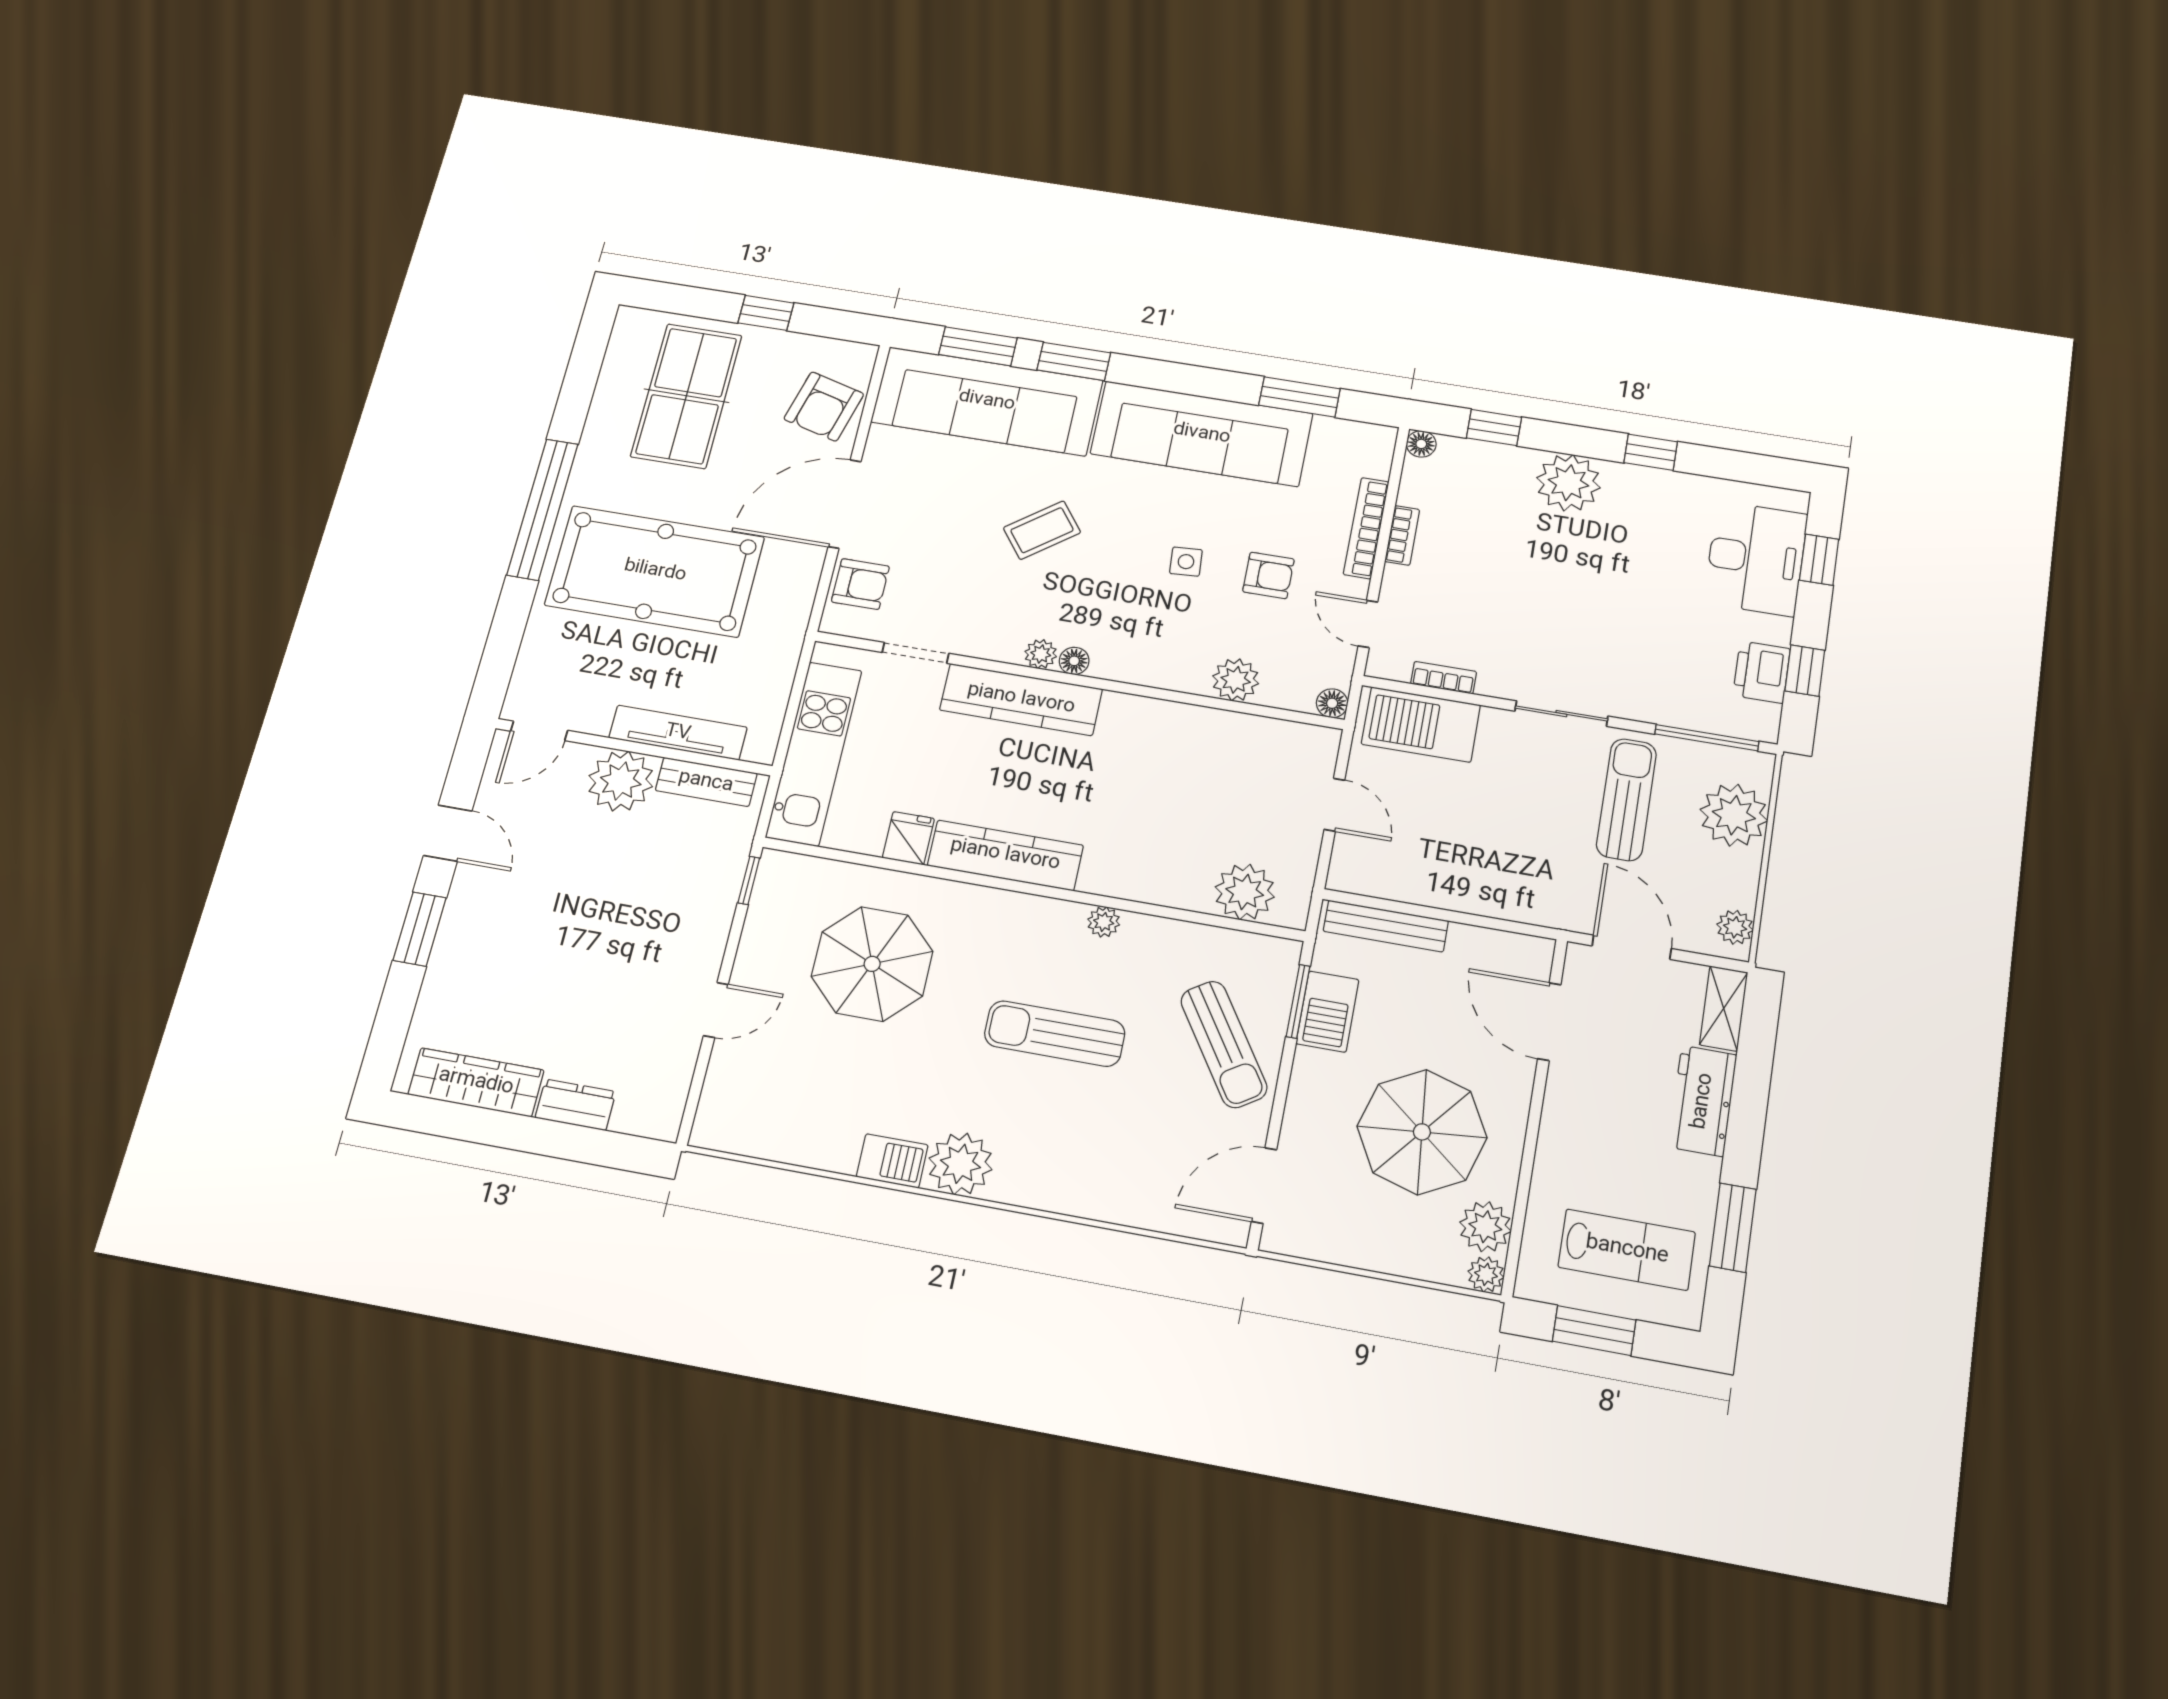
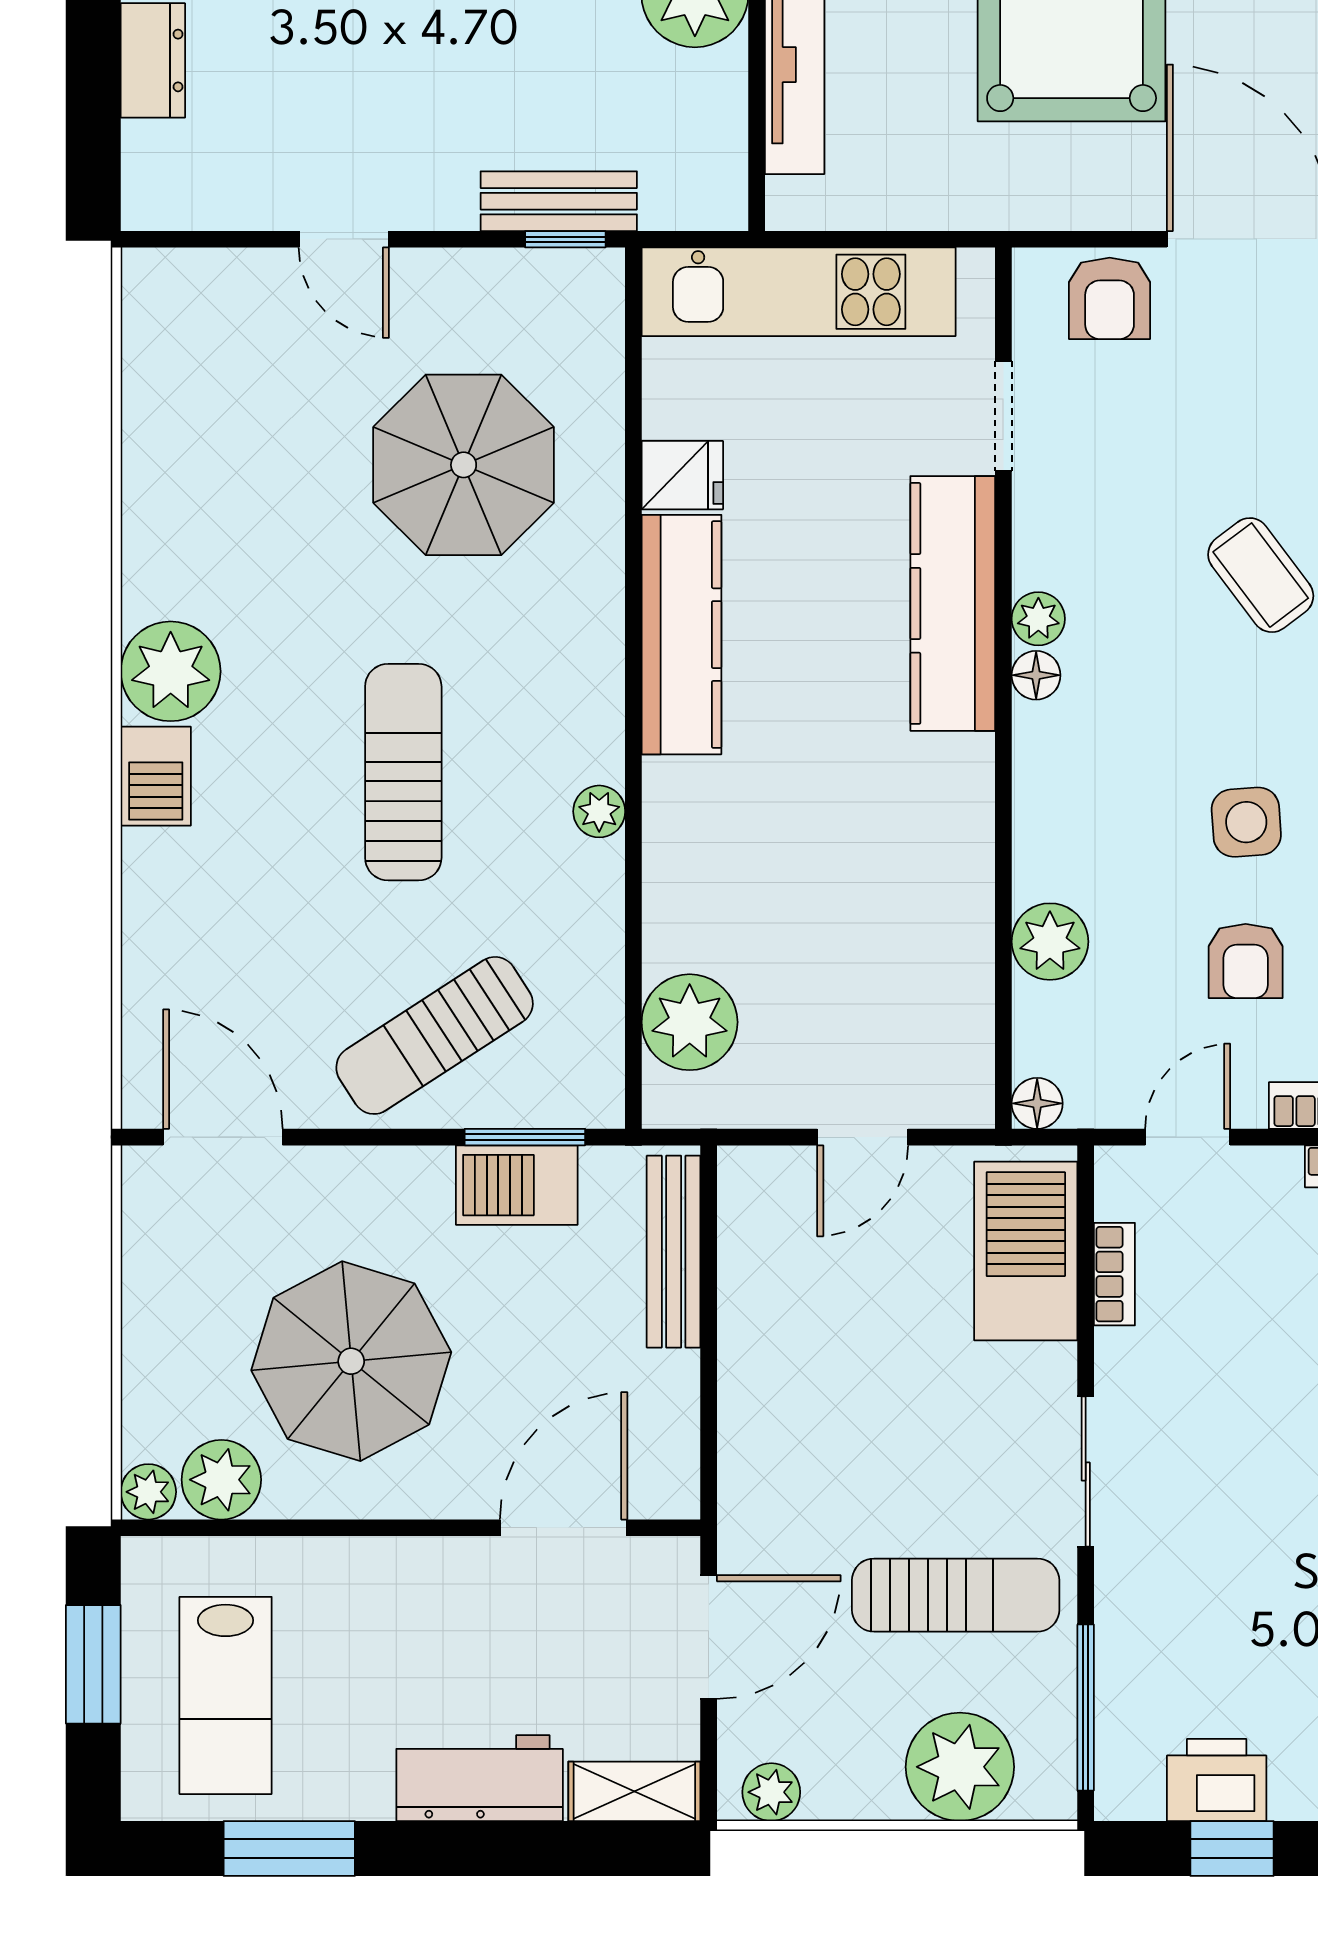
side table: (1186, 562) -> (1246, 822), width x1.37, depth x1.37
bench: (706, 782) -> (559, 201), moved, turned 90
barbecue: (892, 1161) -> (156, 776), moved

